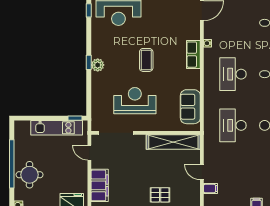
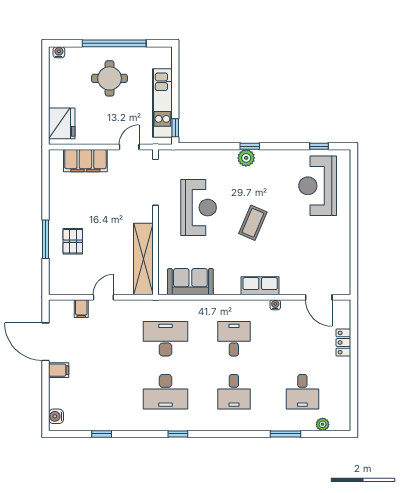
coffee table: (146, 60) -> (253, 223), turned -67
desk: (233, 74) -> (234, 339), width x0.73
round table: (30, 175) -> (110, 78), moved

